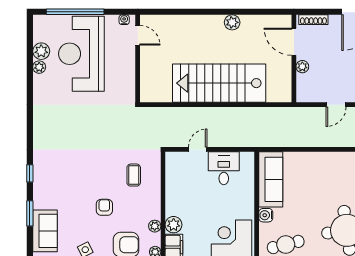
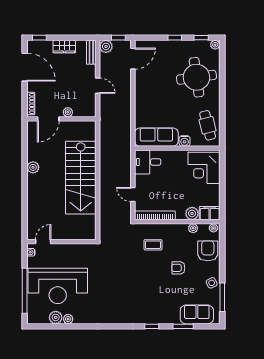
desk: (224, 168) -> (148, 162), moved
bookcase: (171, 177) -> (155, 215), added

